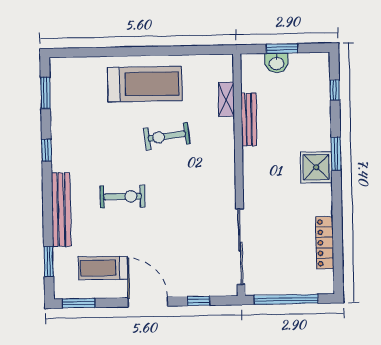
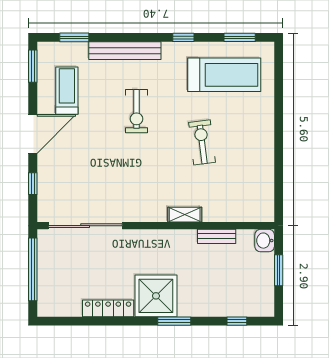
washbasin: (277, 63) -> (265, 241), moved
treadmill: (145, 84) -> (224, 75), moved, turned -90
shelving: (226, 99) -> (185, 215), moved
bench: (249, 119) -> (217, 236), width x0.73
exercise bike: (167, 136) -> (202, 142), moved
shower: (316, 167) -> (156, 296), width x1.37, depth x1.37
locker: (325, 243) -> (108, 308), moved

